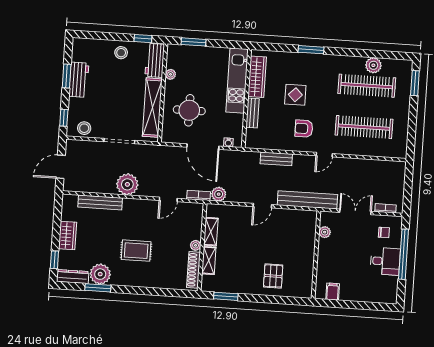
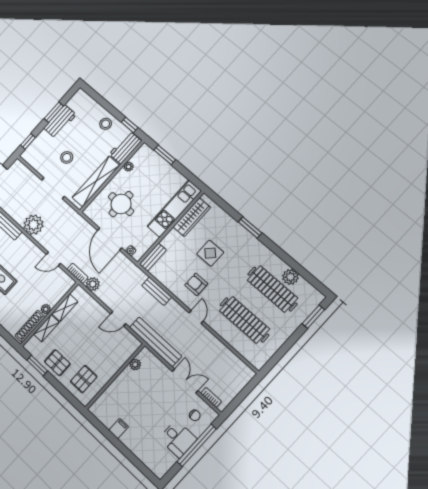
bench: (252, 113) -> (153, 257), moved
stool: (84, 128) -> (67, 157), moved
door: (324, 155) -> (196, 317), swing flipped
plant: (325, 232) -> (135, 364), moved
wall: (316, 255) -> (115, 376), moved
pallet: (241, 281) -> (57, 363), added

